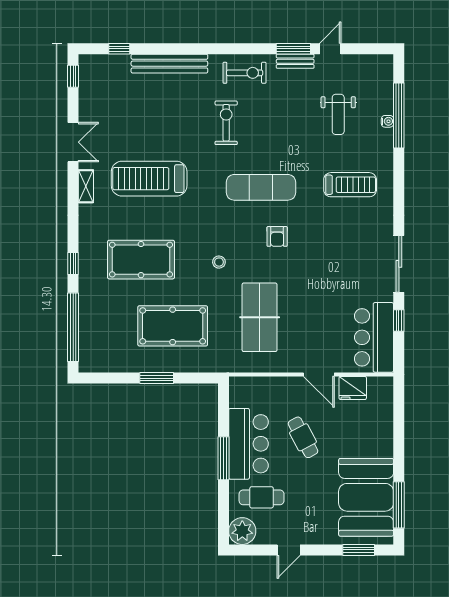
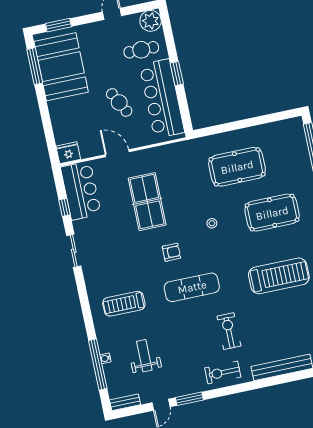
bench: (295, 61) -> (125, 402), moved
exercise bike: (226, 123) -> (229, 331), turned 180
armchair: (277, 236) -> (171, 252), turned 90
sliding door: (399, 264) -> (74, 251), width x0.73
table tennis table: (260, 317) -> (147, 202), moved
window: (157, 378) -> (241, 124), removed
fridge: (353, 388) -> (68, 153), moved
bar counter: (249, 444) -> (162, 99), width x1.36
window: (223, 458) -> (177, 74), width x0.69

